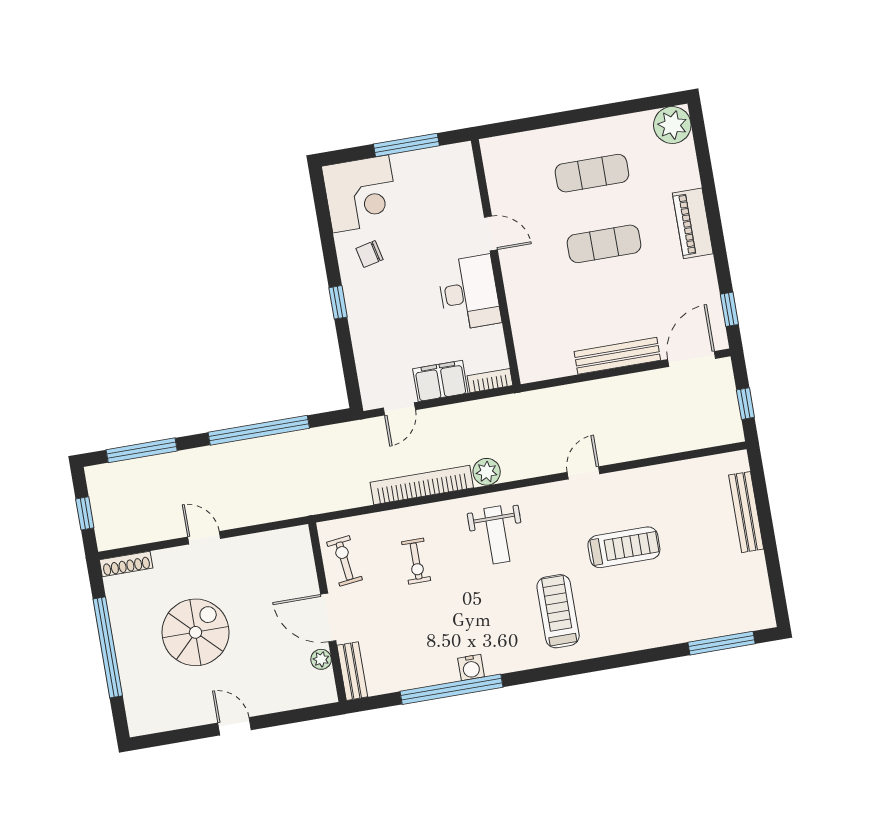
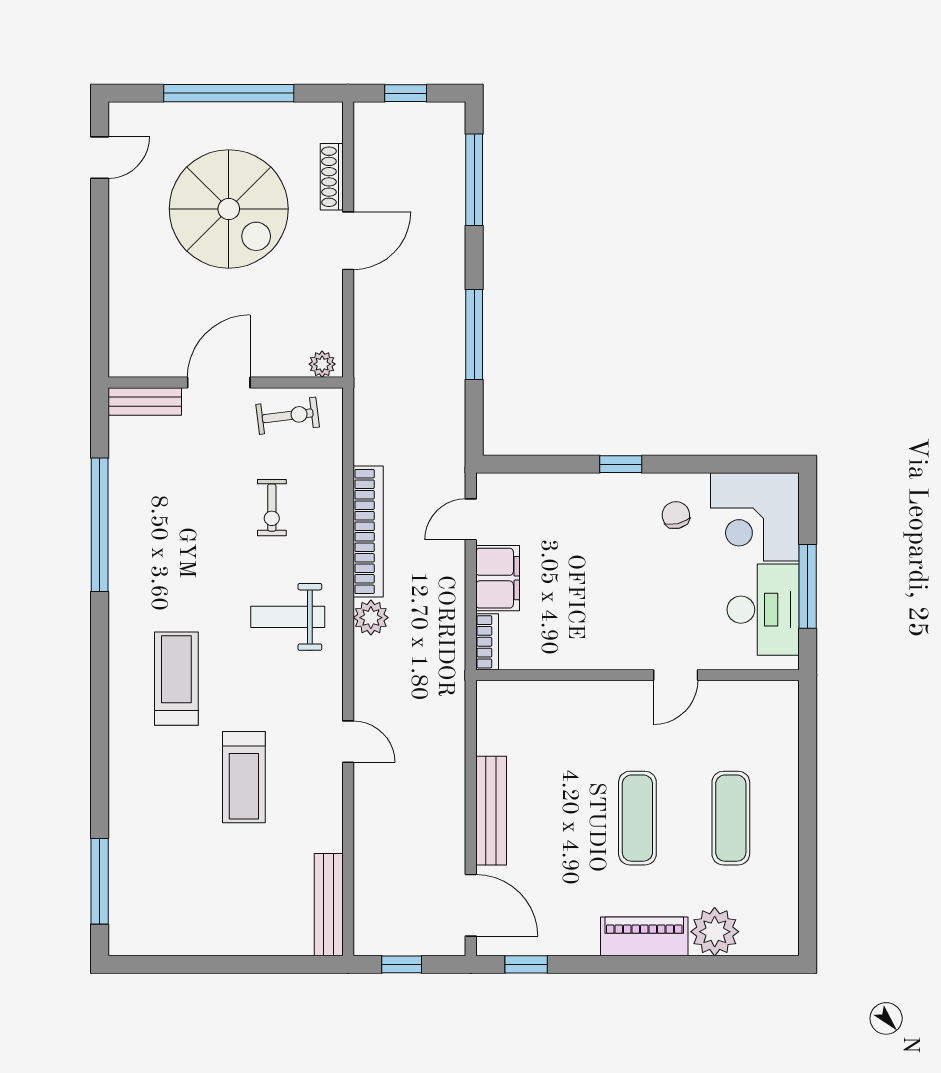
plant: (672, 125) -> (715, 932), moved
desk: (469, 293) -> (763, 610), moved, turned -90
door: (399, 409) -> (471, 519), hinge flipped
window: (259, 430) -> (474, 334), width x0.68
bench: (746, 512) -> (329, 905), moved, turned 90
door: (204, 538) -> (348, 241), width x1.38
exercise bike: (416, 561) -> (272, 508), turned -90
shoe rack: (126, 564) -> (332, 177), moved
treadmill: (558, 611) -> (176, 679), turned -90
spiral stairs: (196, 632) -> (229, 209), width x1.37, depth x1.37
plant: (321, 659) -> (322, 364), moved
water cooler: (471, 667) -> (123, 555), removed
door: (234, 726) -> (100, 158), moved

